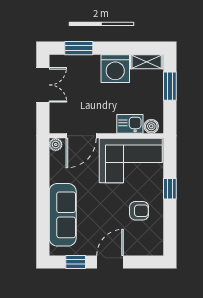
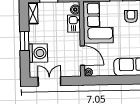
window: (79, 48) -> (24, 41), moved
washing machine: (115, 69) -> (38, 53), moved

